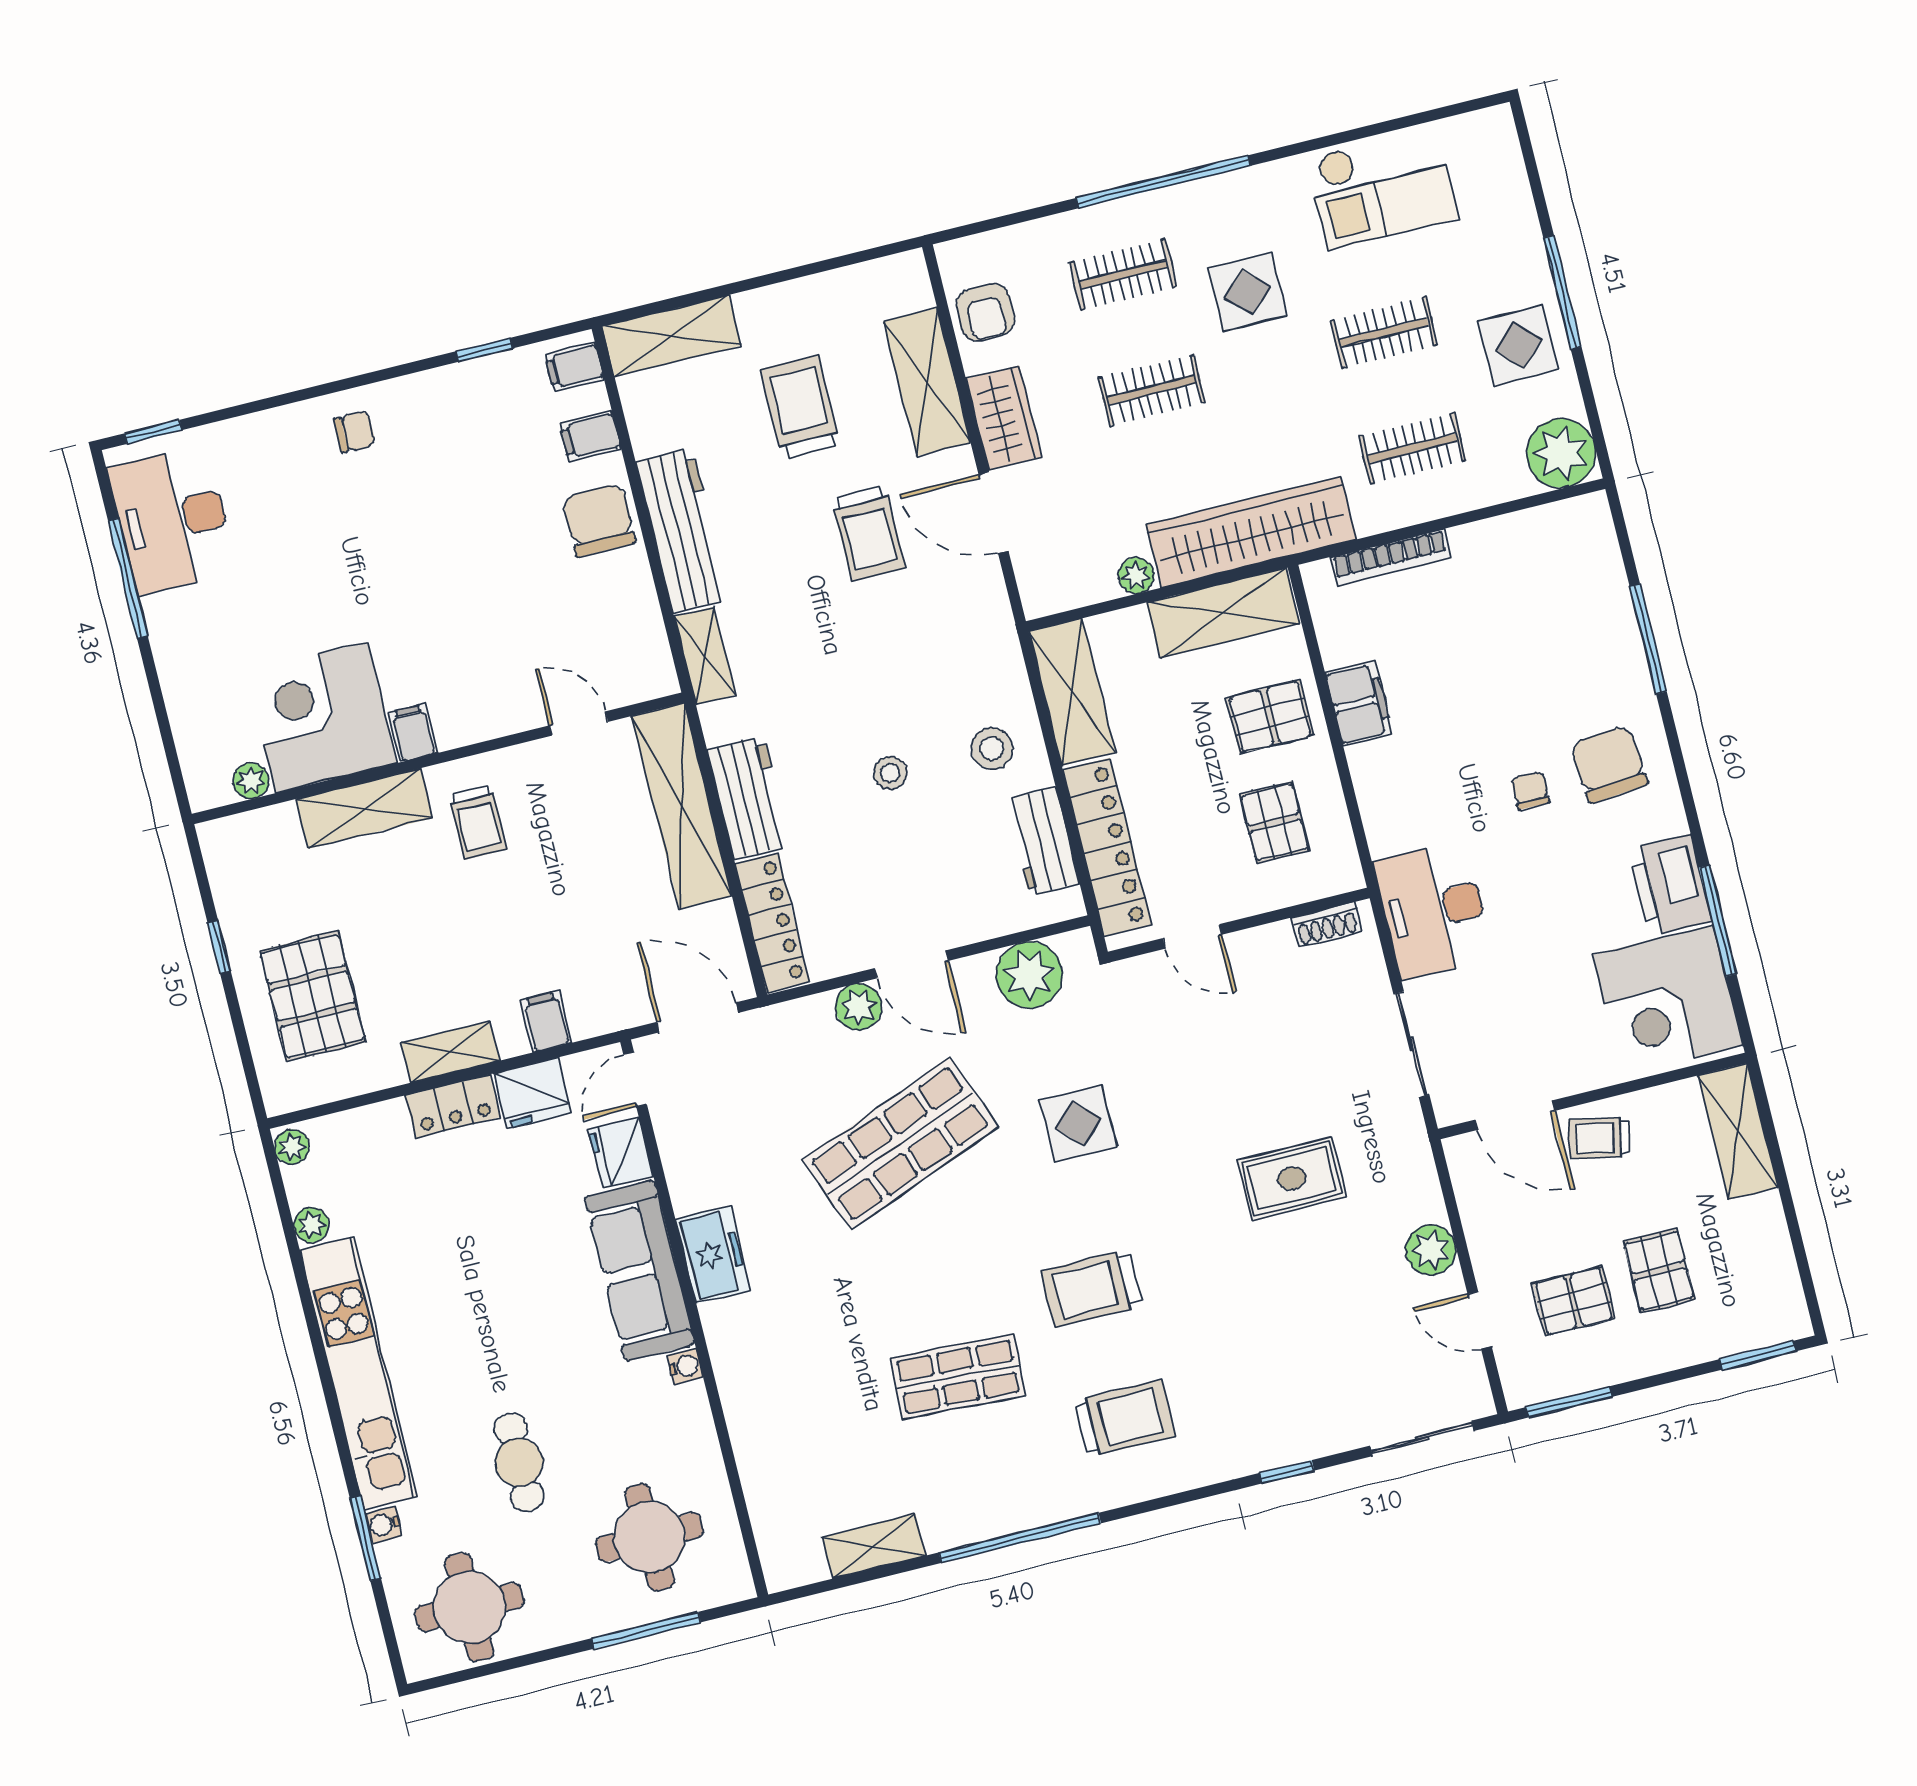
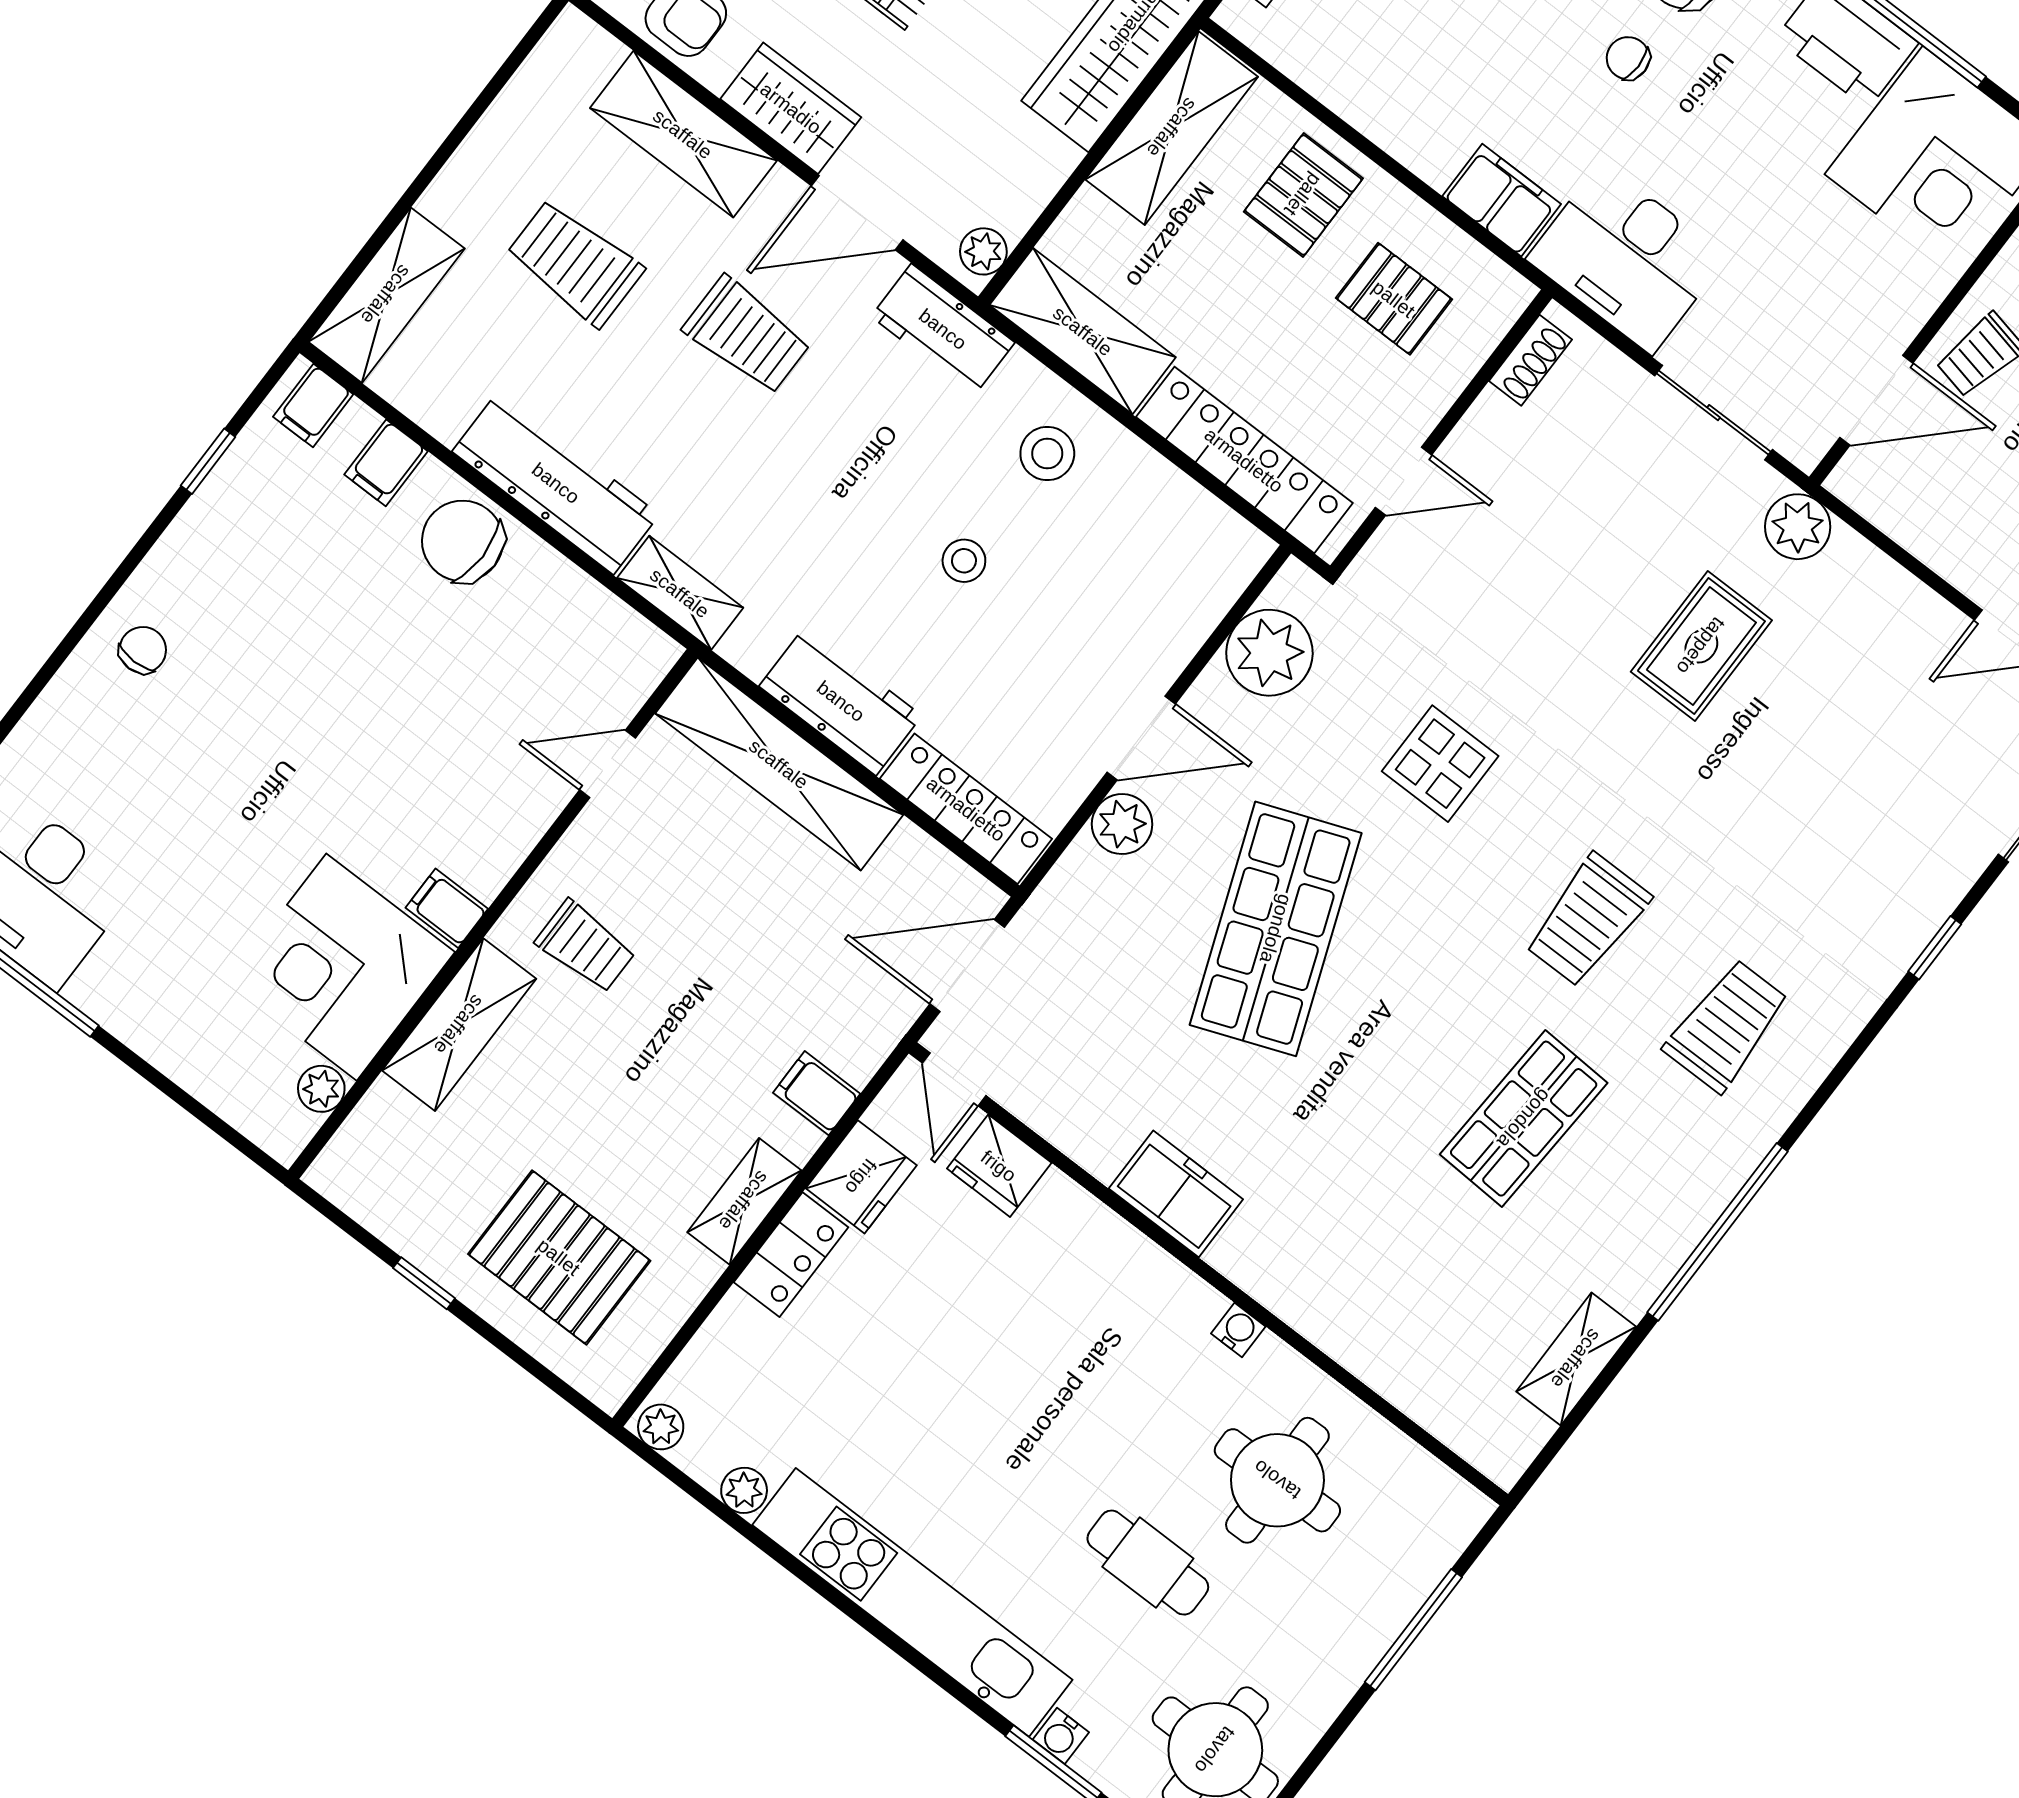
plant: (1136, 575) -> (983, 251), moved
filing cabinet: (1359, 703) -> (1502, 200), moved
workbench: (1043, 842) -> (943, 329), moved
plant: (1431, 1250) -> (1798, 527), moved
sofa: (640, 1271) -> (1115, 1270), removed
round table: (650, 1537) -> (1277, 1480), moved

